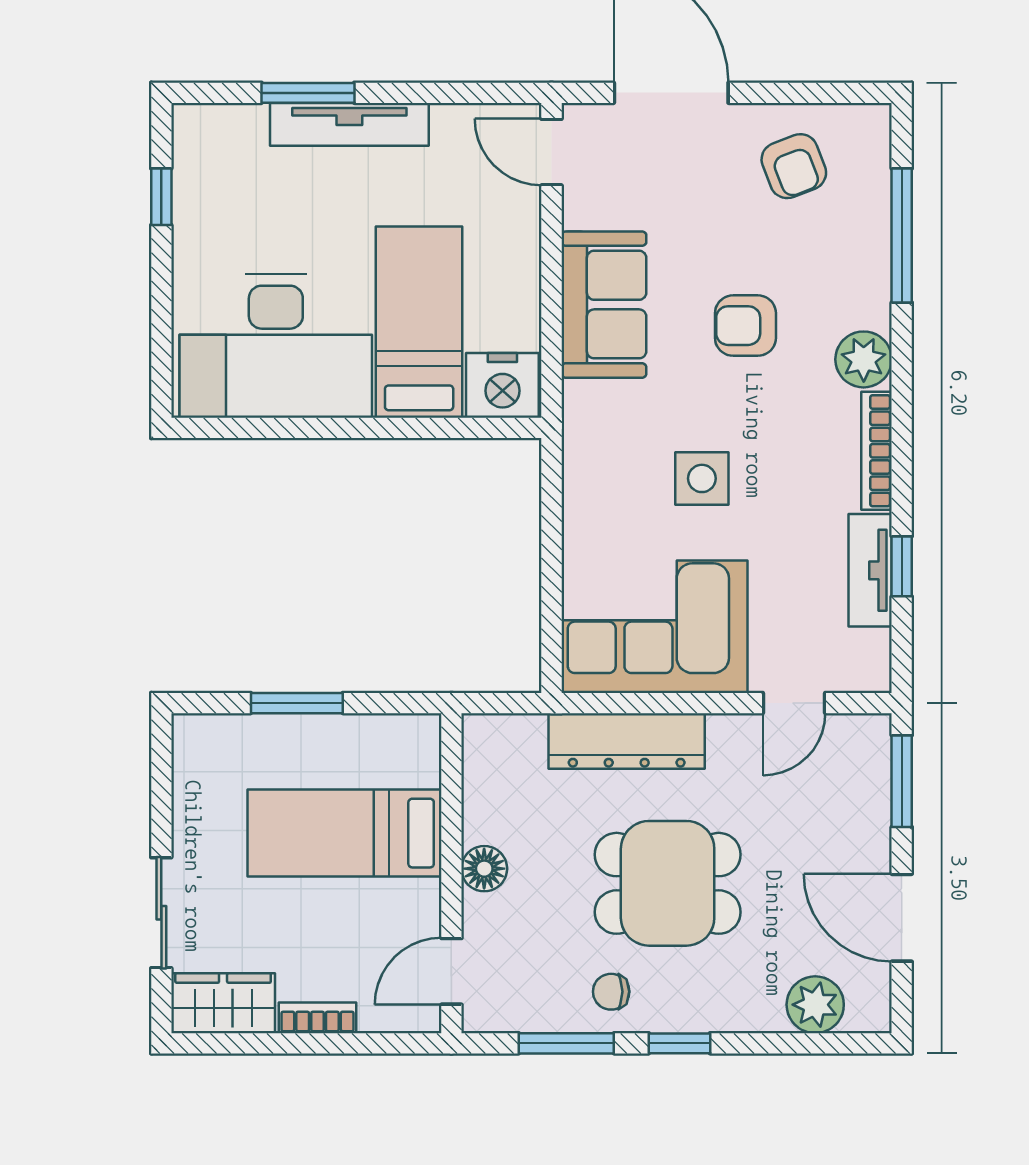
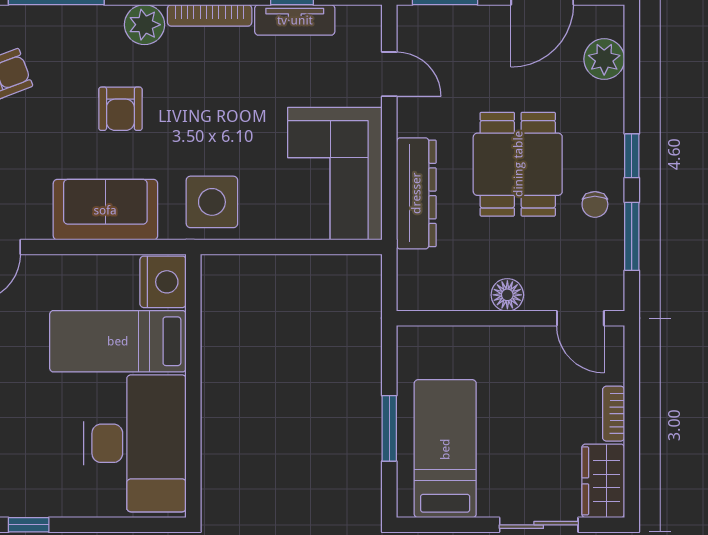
side table: (702, 478) -> (212, 202), moved, width x1.37, depth x1.37
bed: (345, 833) -> (445, 449), moved, turned 180

